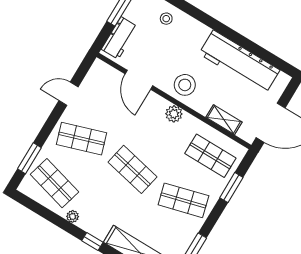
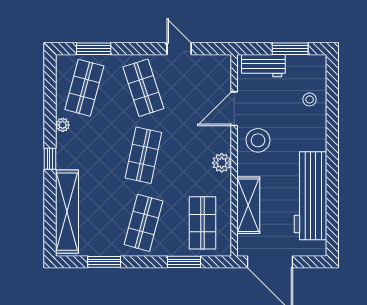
stool: (185, 85) -> (258, 140), moved
shelving: (224, 120) -> (248, 205), width x1.50, depth x1.33
shop shelf: (183, 200) -> (143, 223), turned 30

